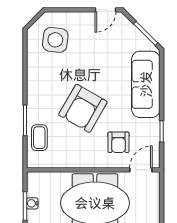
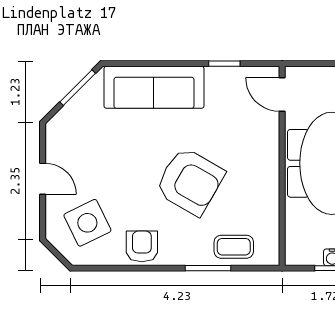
door: (105, 10) -> (43, 179), moved
side table: (55, 40) -> (87, 223), turned -33
armchair: (118, 142) -> (142, 246), moved, turned -90

